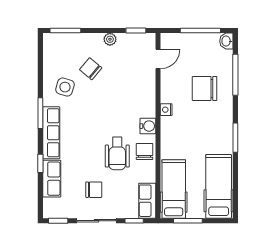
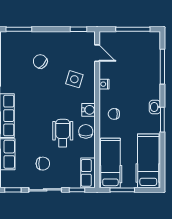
plant: (110, 39) -> (57, 37), removed
washbasin: (226, 41) -> (155, 107), moved
door: (158, 59) -> (97, 53), hinge flipped
side table: (65, 87) -> (74, 79), moved
chair: (205, 88) -> (114, 114), moved, width x0.54, depth x0.54
nightstand: (166, 110) -> (104, 84), moved
wheelchair: (117, 153) -> (63, 133), turned 180

